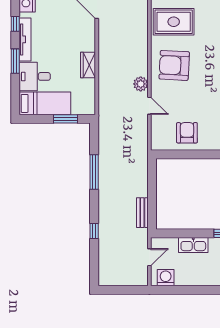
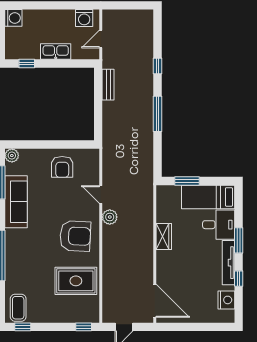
window: (94, 172) -> (158, 114), moved

